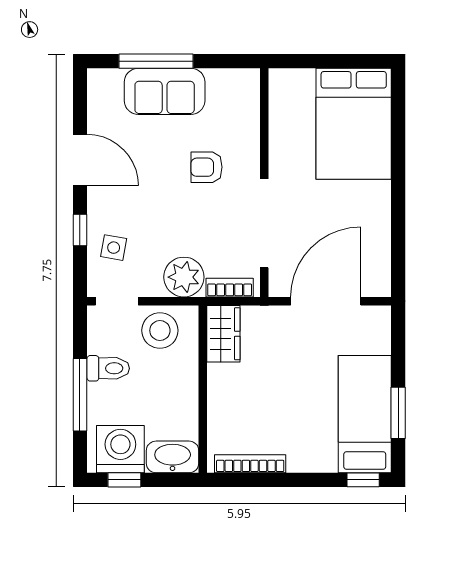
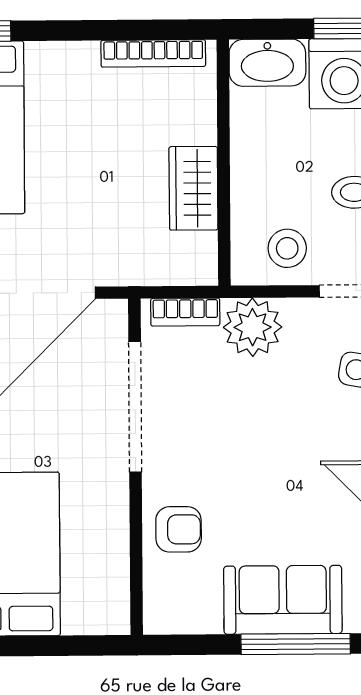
armchair: (207, 167) -> (179, 529), moved
stool: (160, 330) -> (287, 248), width x0.73, depth x0.73
wardrobe: (223, 334) -> (193, 188), moved

